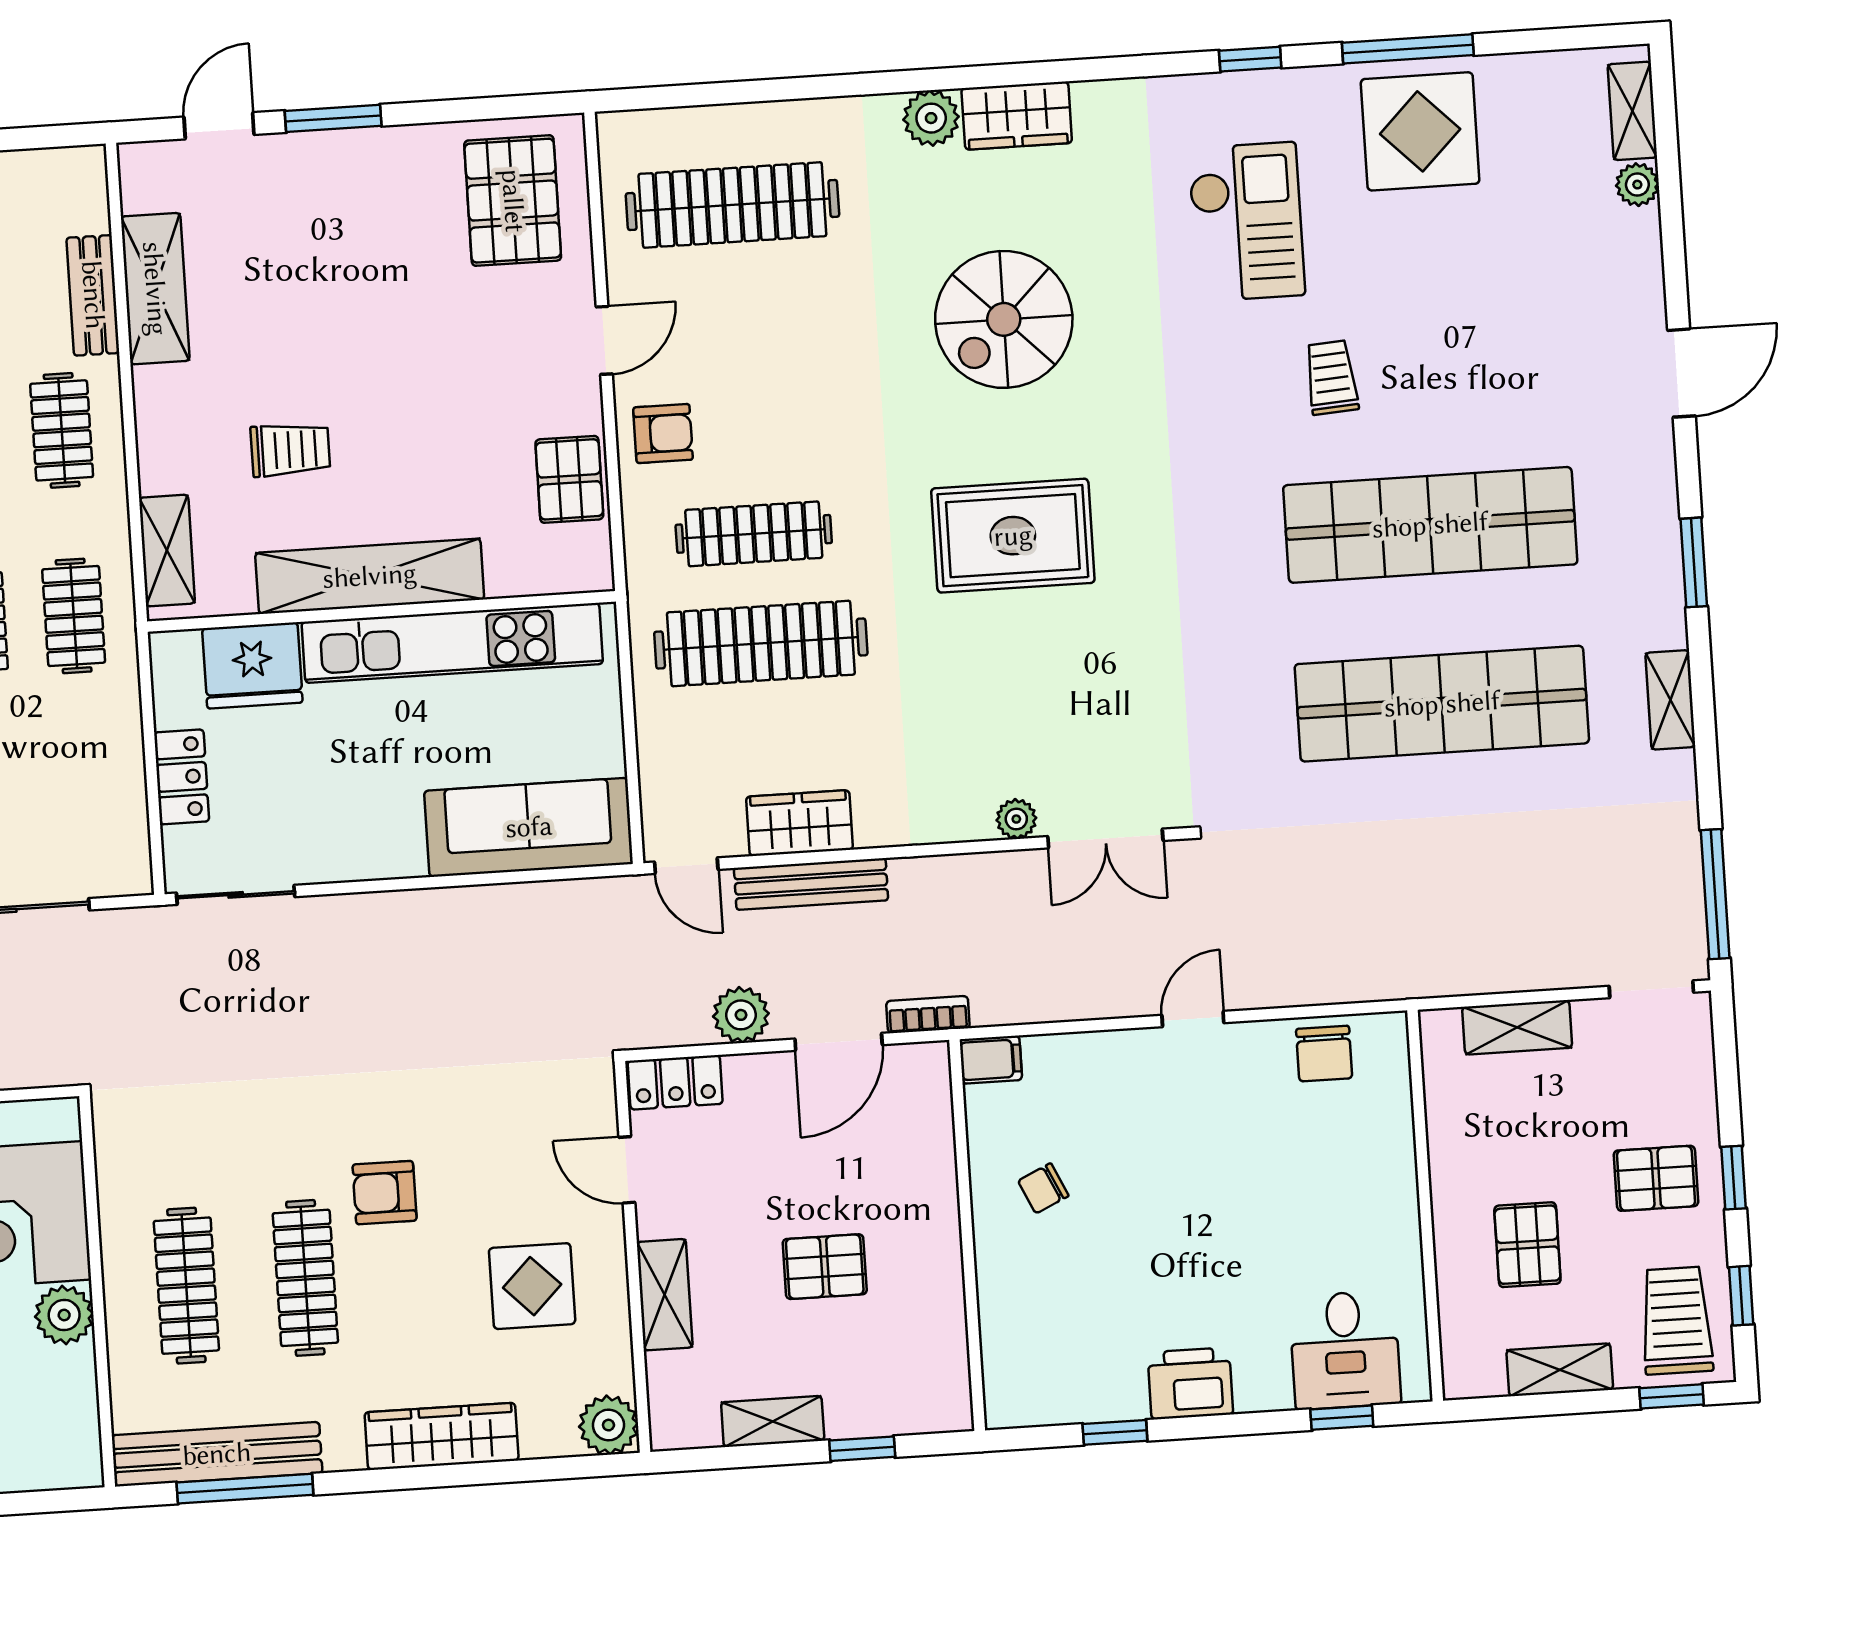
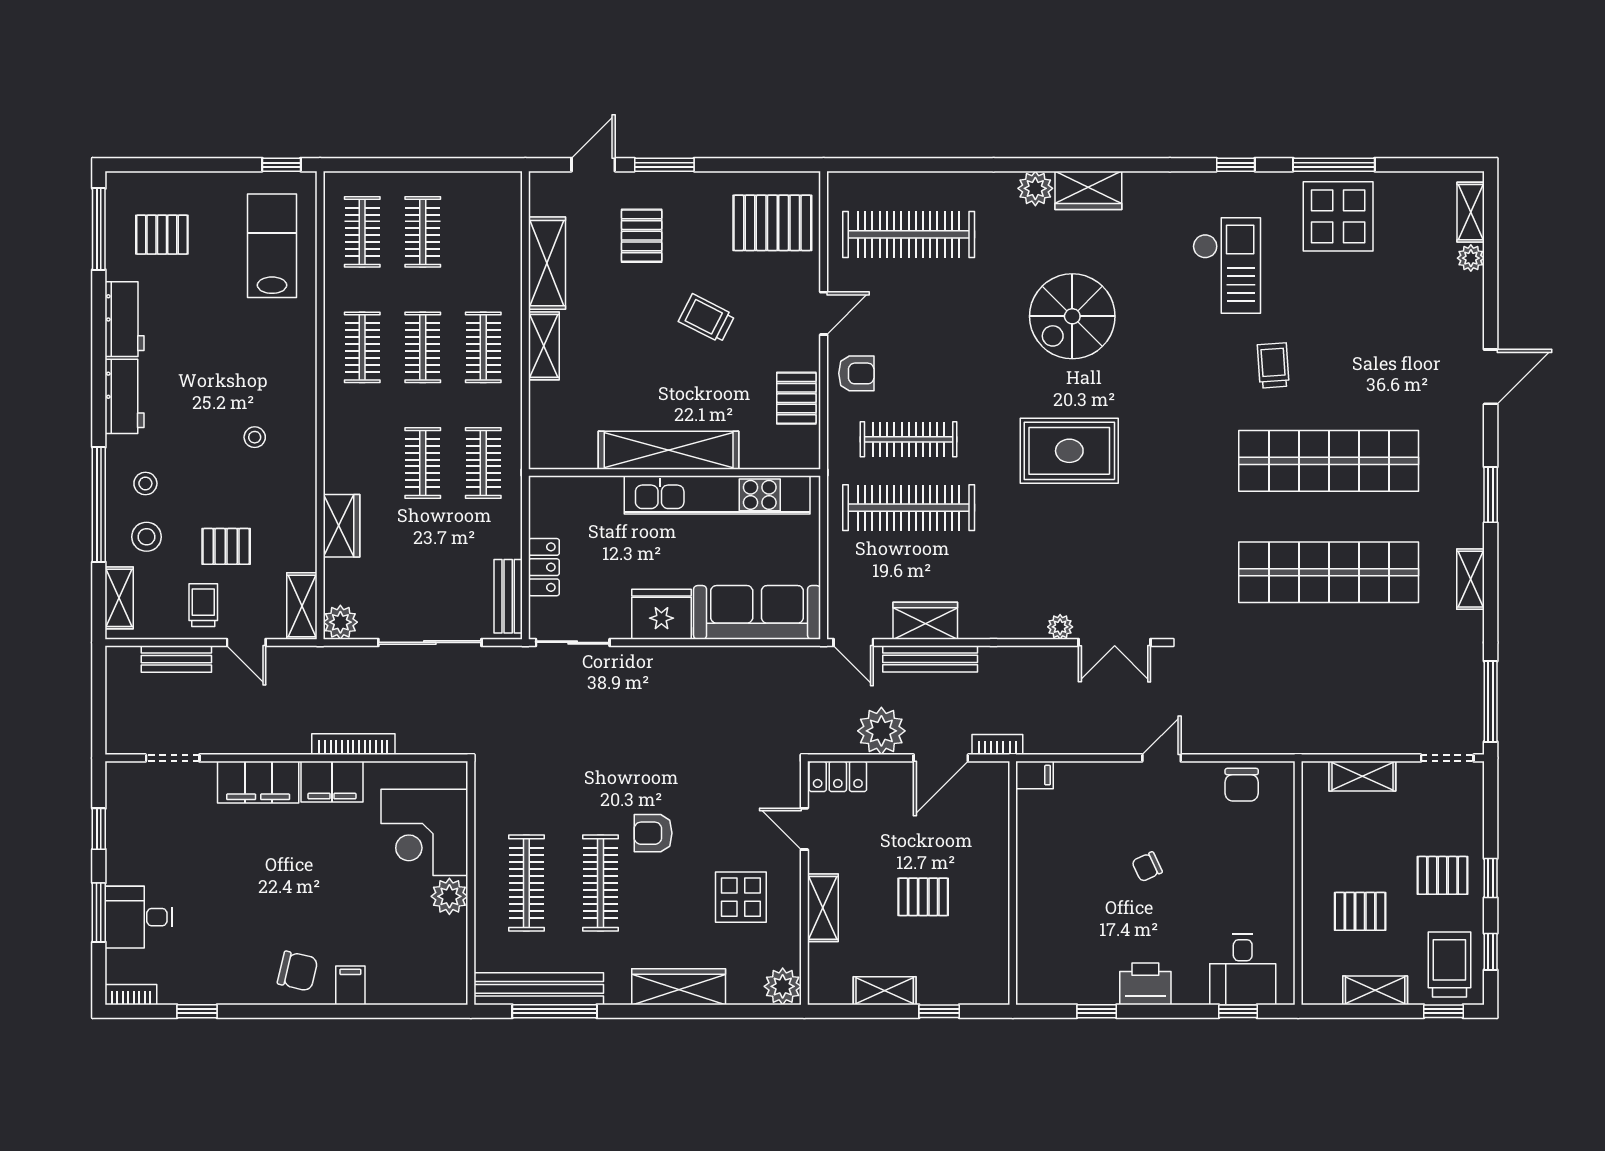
pallet: (513, 201) -> (772, 223), turned 90
pallet: (304, 235) -> (642, 236), added
bench: (93, 295) -> (508, 596), moved
trolley: (290, 450) -> (707, 318), moved, turned -153
shelving: (167, 551) -> (544, 346), moved
fridge: (252, 665) -> (661, 614), moved, turned 180
plant: (741, 1015) -> (881, 731), width x1.36, depth x1.36
chair: (1043, 1188) -> (1147, 867), moved
pallet: (1527, 1245) -> (1360, 911), turned 90

